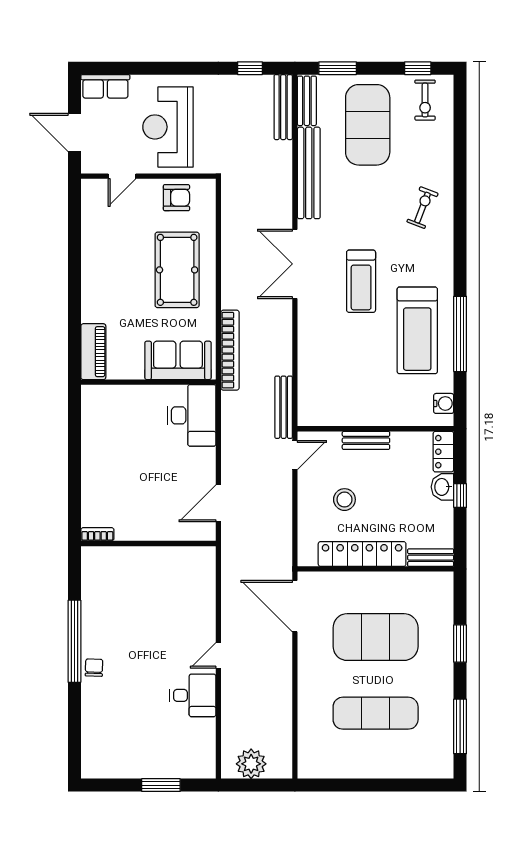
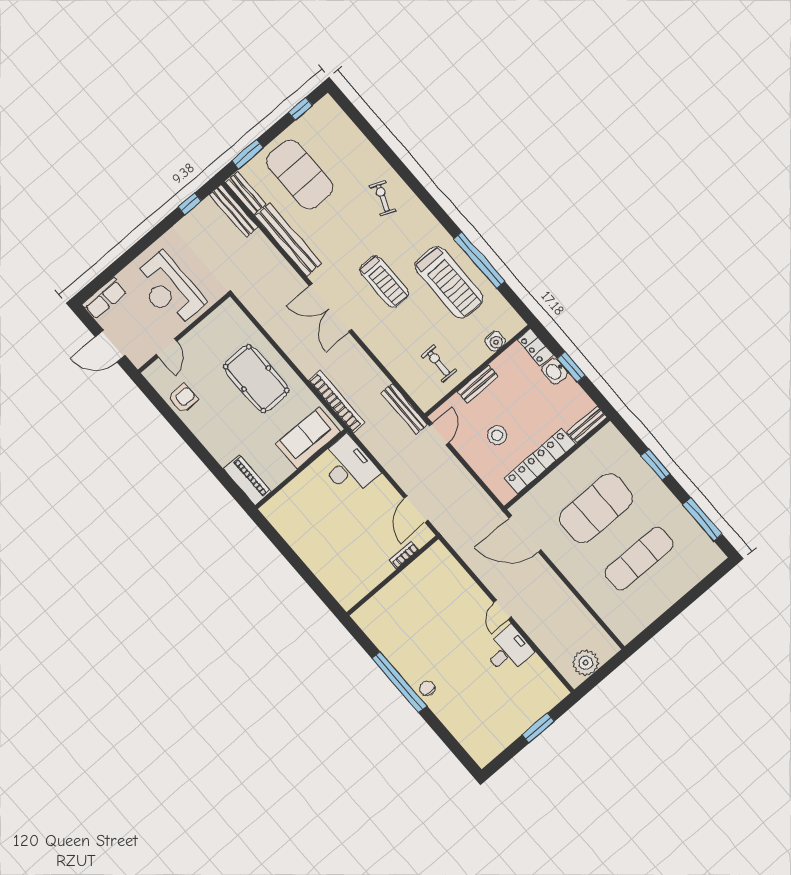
exercise bike: (425, 100) -> (439, 363), moved, turned 180
armchair: (176, 198) -> (183, 398), moved
water cooler: (444, 403) -> (495, 341), moved, turned 90
window: (460, 496) -> (571, 367), width x1.50
bookcase: (97, 534) -> (404, 555), moved

